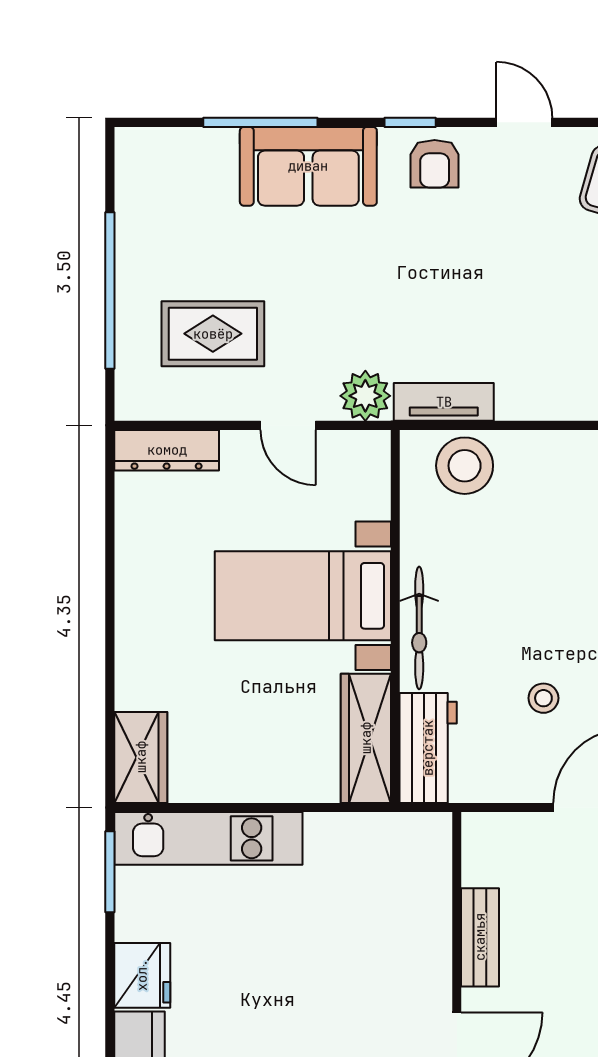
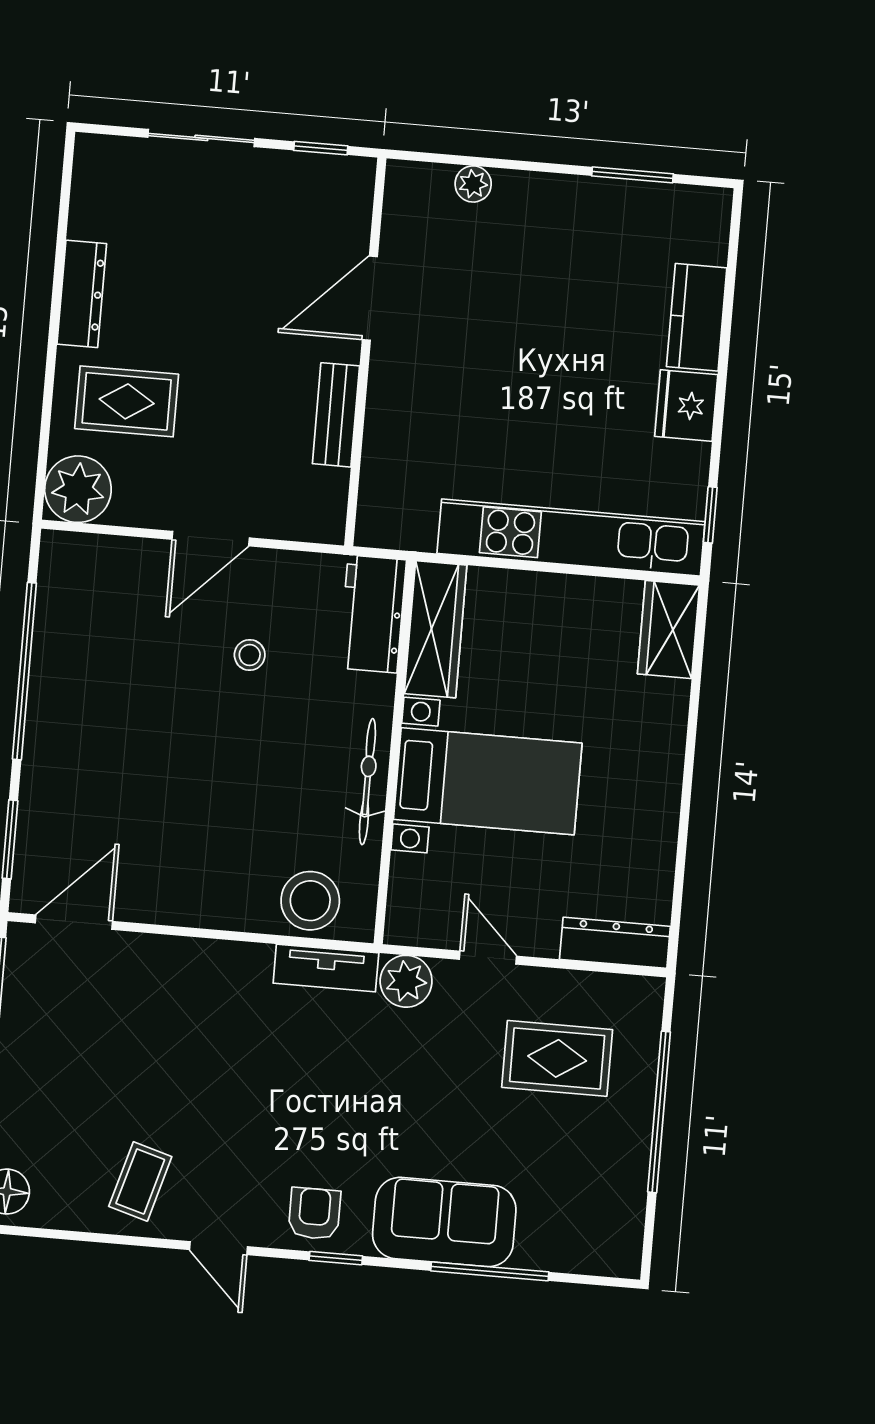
bicycle: (419, 628) -> (367, 782), moved
kitchen unit: (208, 838) -> (571, 538), width x1.36
window: (110, 872) -> (710, 515), width x0.67

